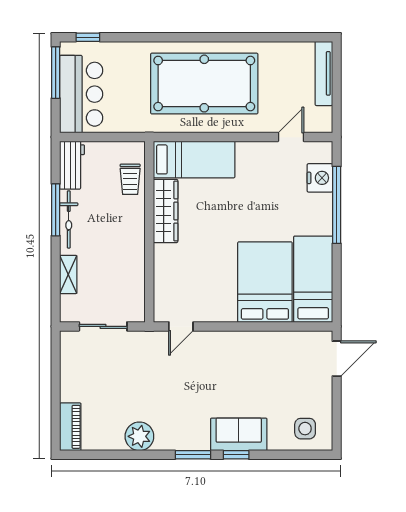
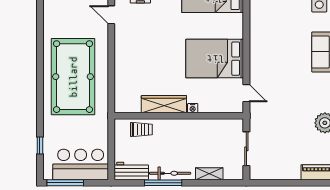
window: (88, 37) -> (40, 146), moved
bed: (194, 159) -> (127, 84), removed
nightstand: (160, 251) -> (193, 108), added
bed: (265, 282) -> (215, 59), moved

